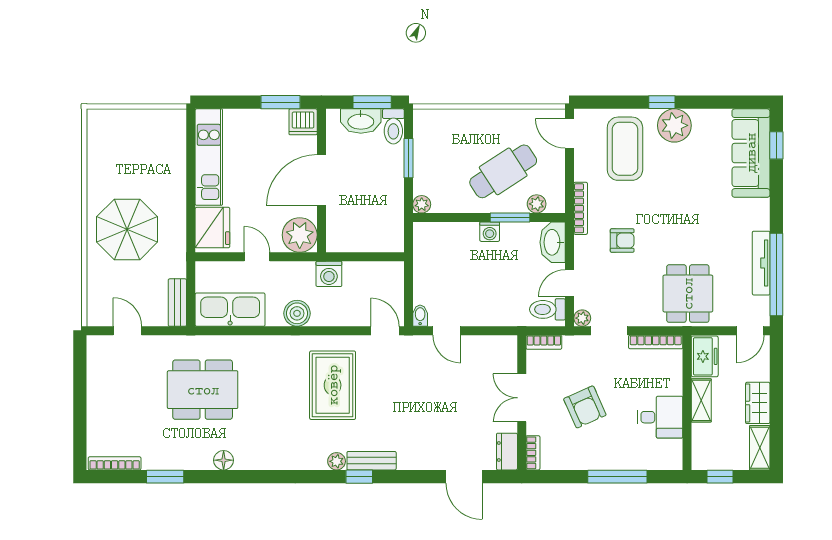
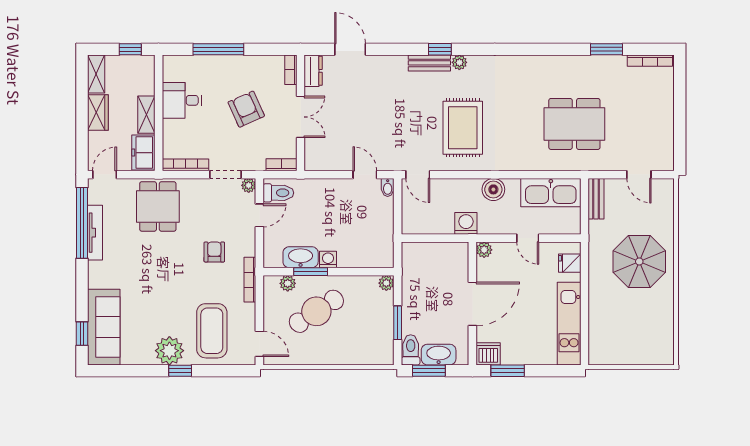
fridge: (212, 228) -> (570, 263), width x0.53, depth x0.75
plant: (300, 235) -> (484, 250), width x0.53, depth x0.53
armchair: (622, 241) -> (214, 252), turned 90
washbasin: (553, 242) -> (301, 257), moved, turned -90
floor lamp: (224, 460) -> (556, 63), removed

